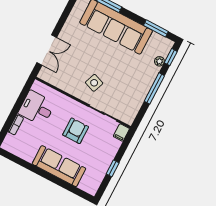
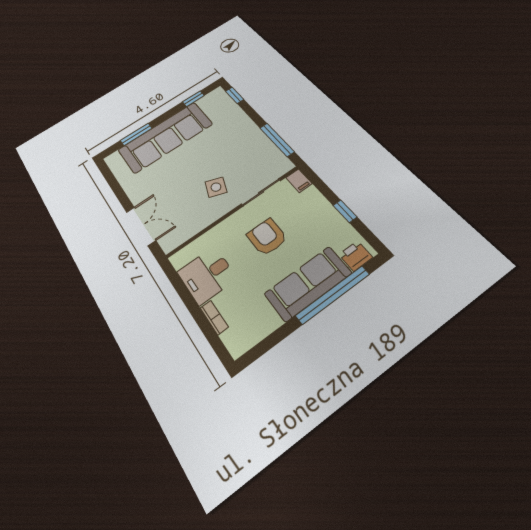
window: (156, 28) -> (193, 99), width x0.67
plant: (159, 61) -> (233, 108), removed
window: (154, 88) -> (277, 140), moved
window: (59, 182) -> (333, 295), added
printer: (87, 185) -> (356, 256), added

